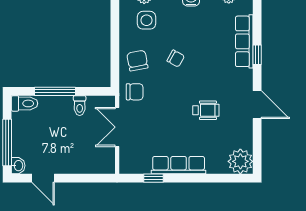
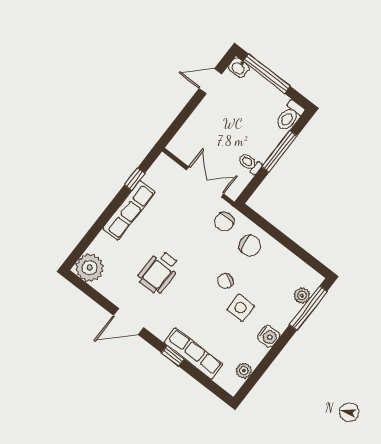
side table: (147, 20) -> (241, 308), moved
wheelchair: (206, 110) -> (159, 272), width x1.36, depth x1.37

